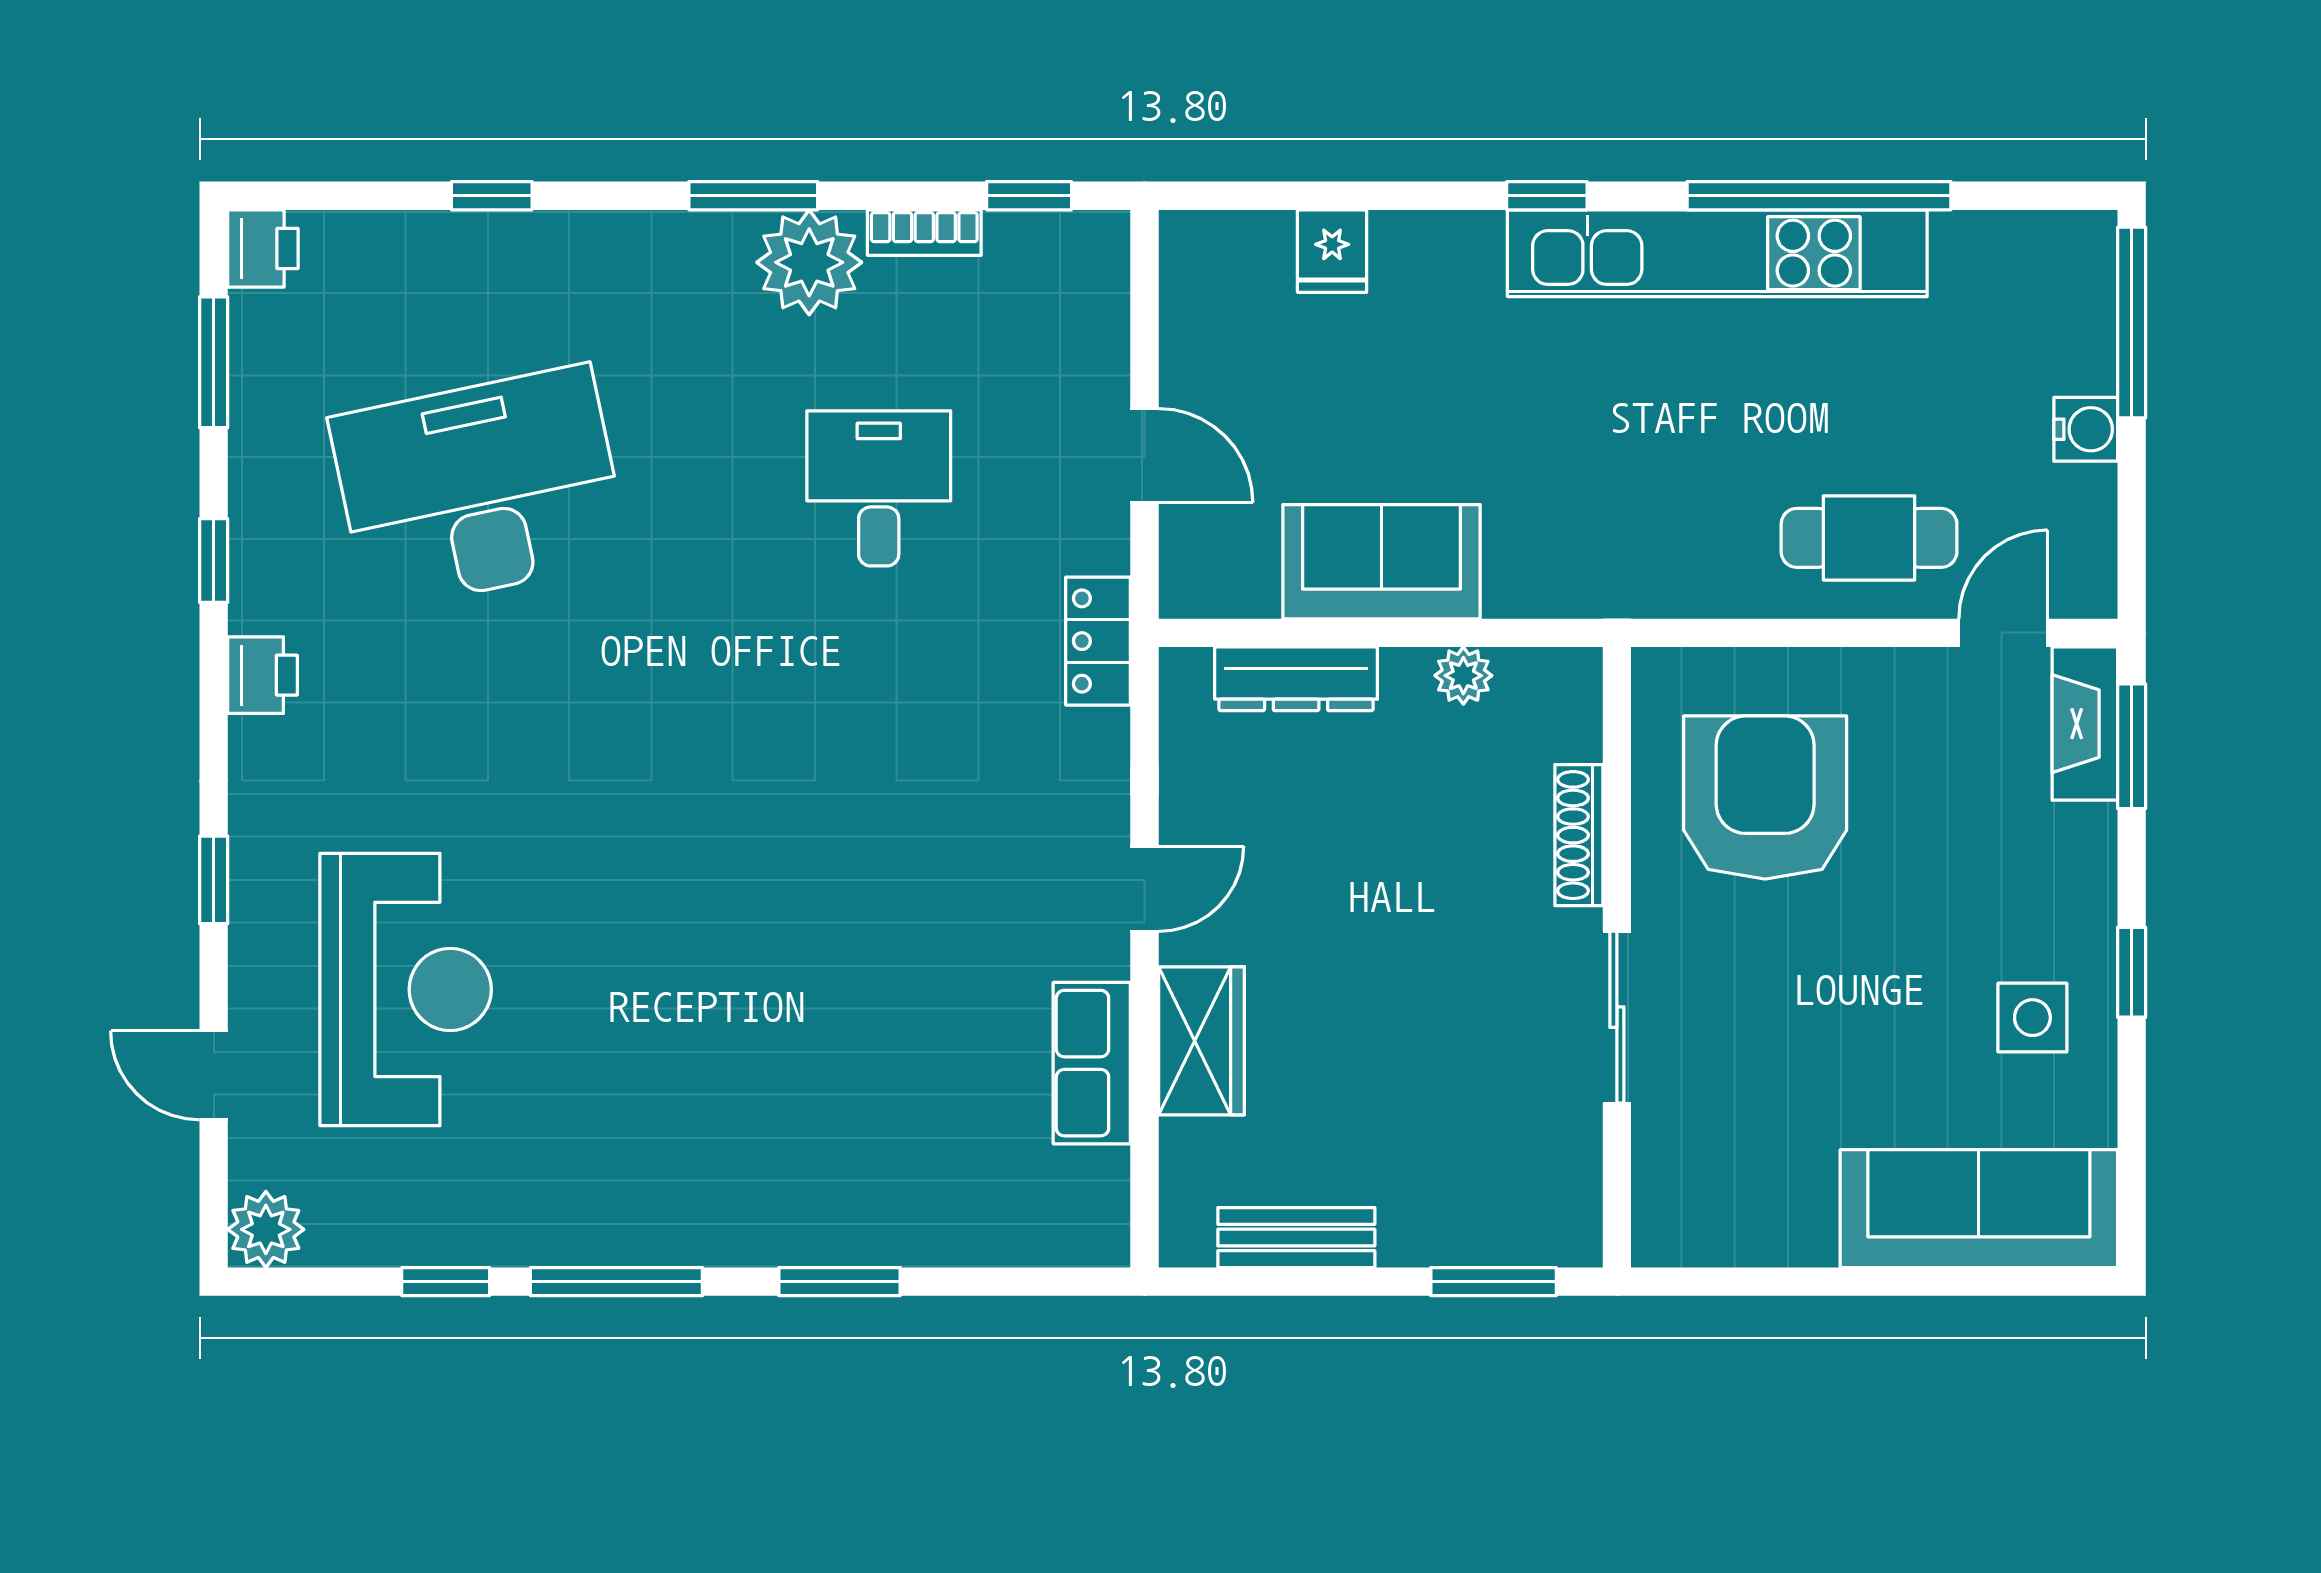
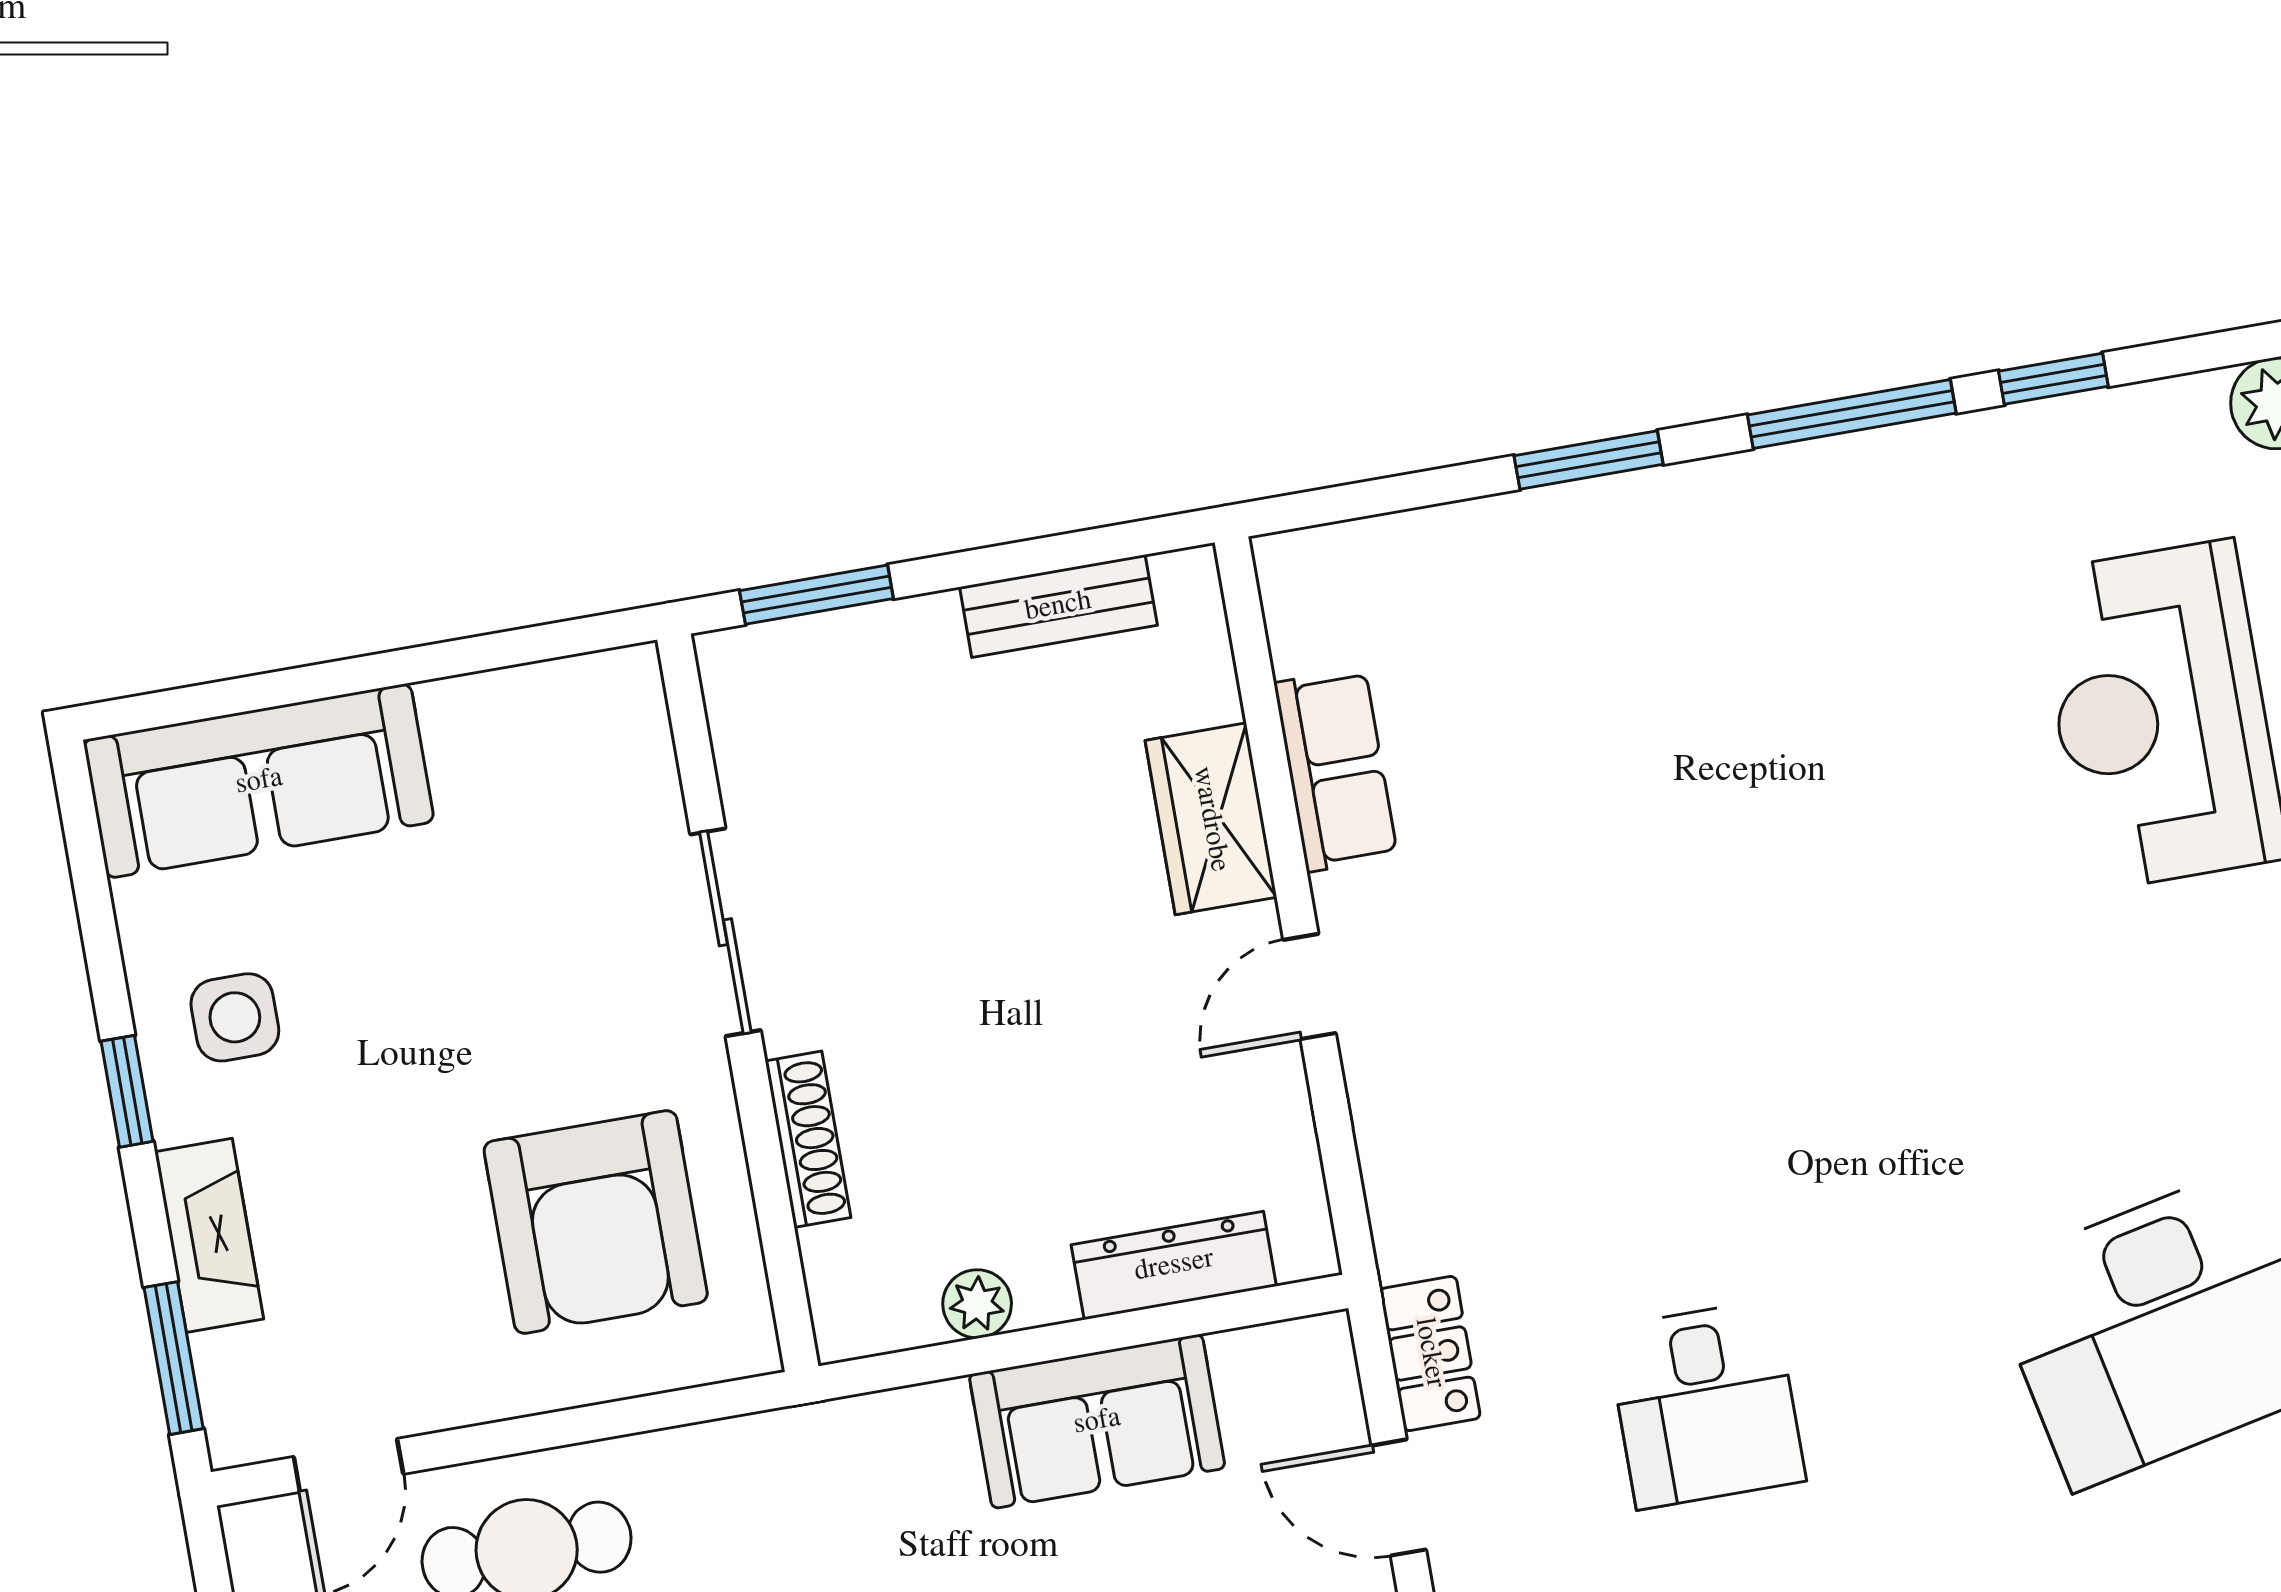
locker: (1098, 641) -> (1430, 1353), moved
fireplace: (2085, 724) -> (209, 1235), moved

